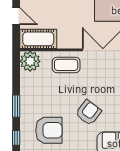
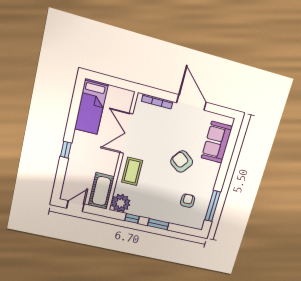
armchair: (49, 130) -> (188, 201), width x0.53, depth x0.53
window: (16, 138) -> (132, 218), moved

